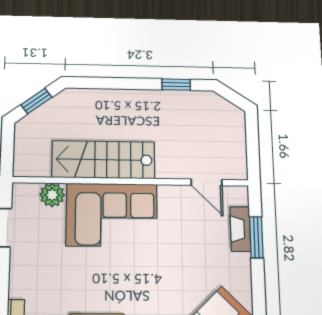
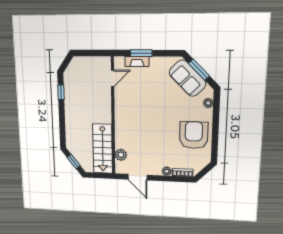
stairs: (103, 160) -> (103, 149), moved
corner sofa: (112, 215) -> (130, 127), removed
plant: (18, 288) -> (167, 171), added

